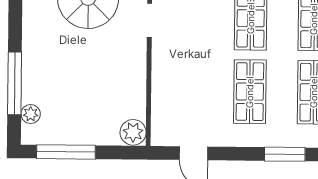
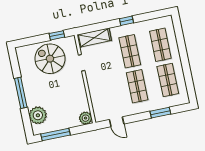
window: (15, 83) -> (21, 93), moved
plant: (31, 114) -> (38, 115), width x1.87, depth x1.87

